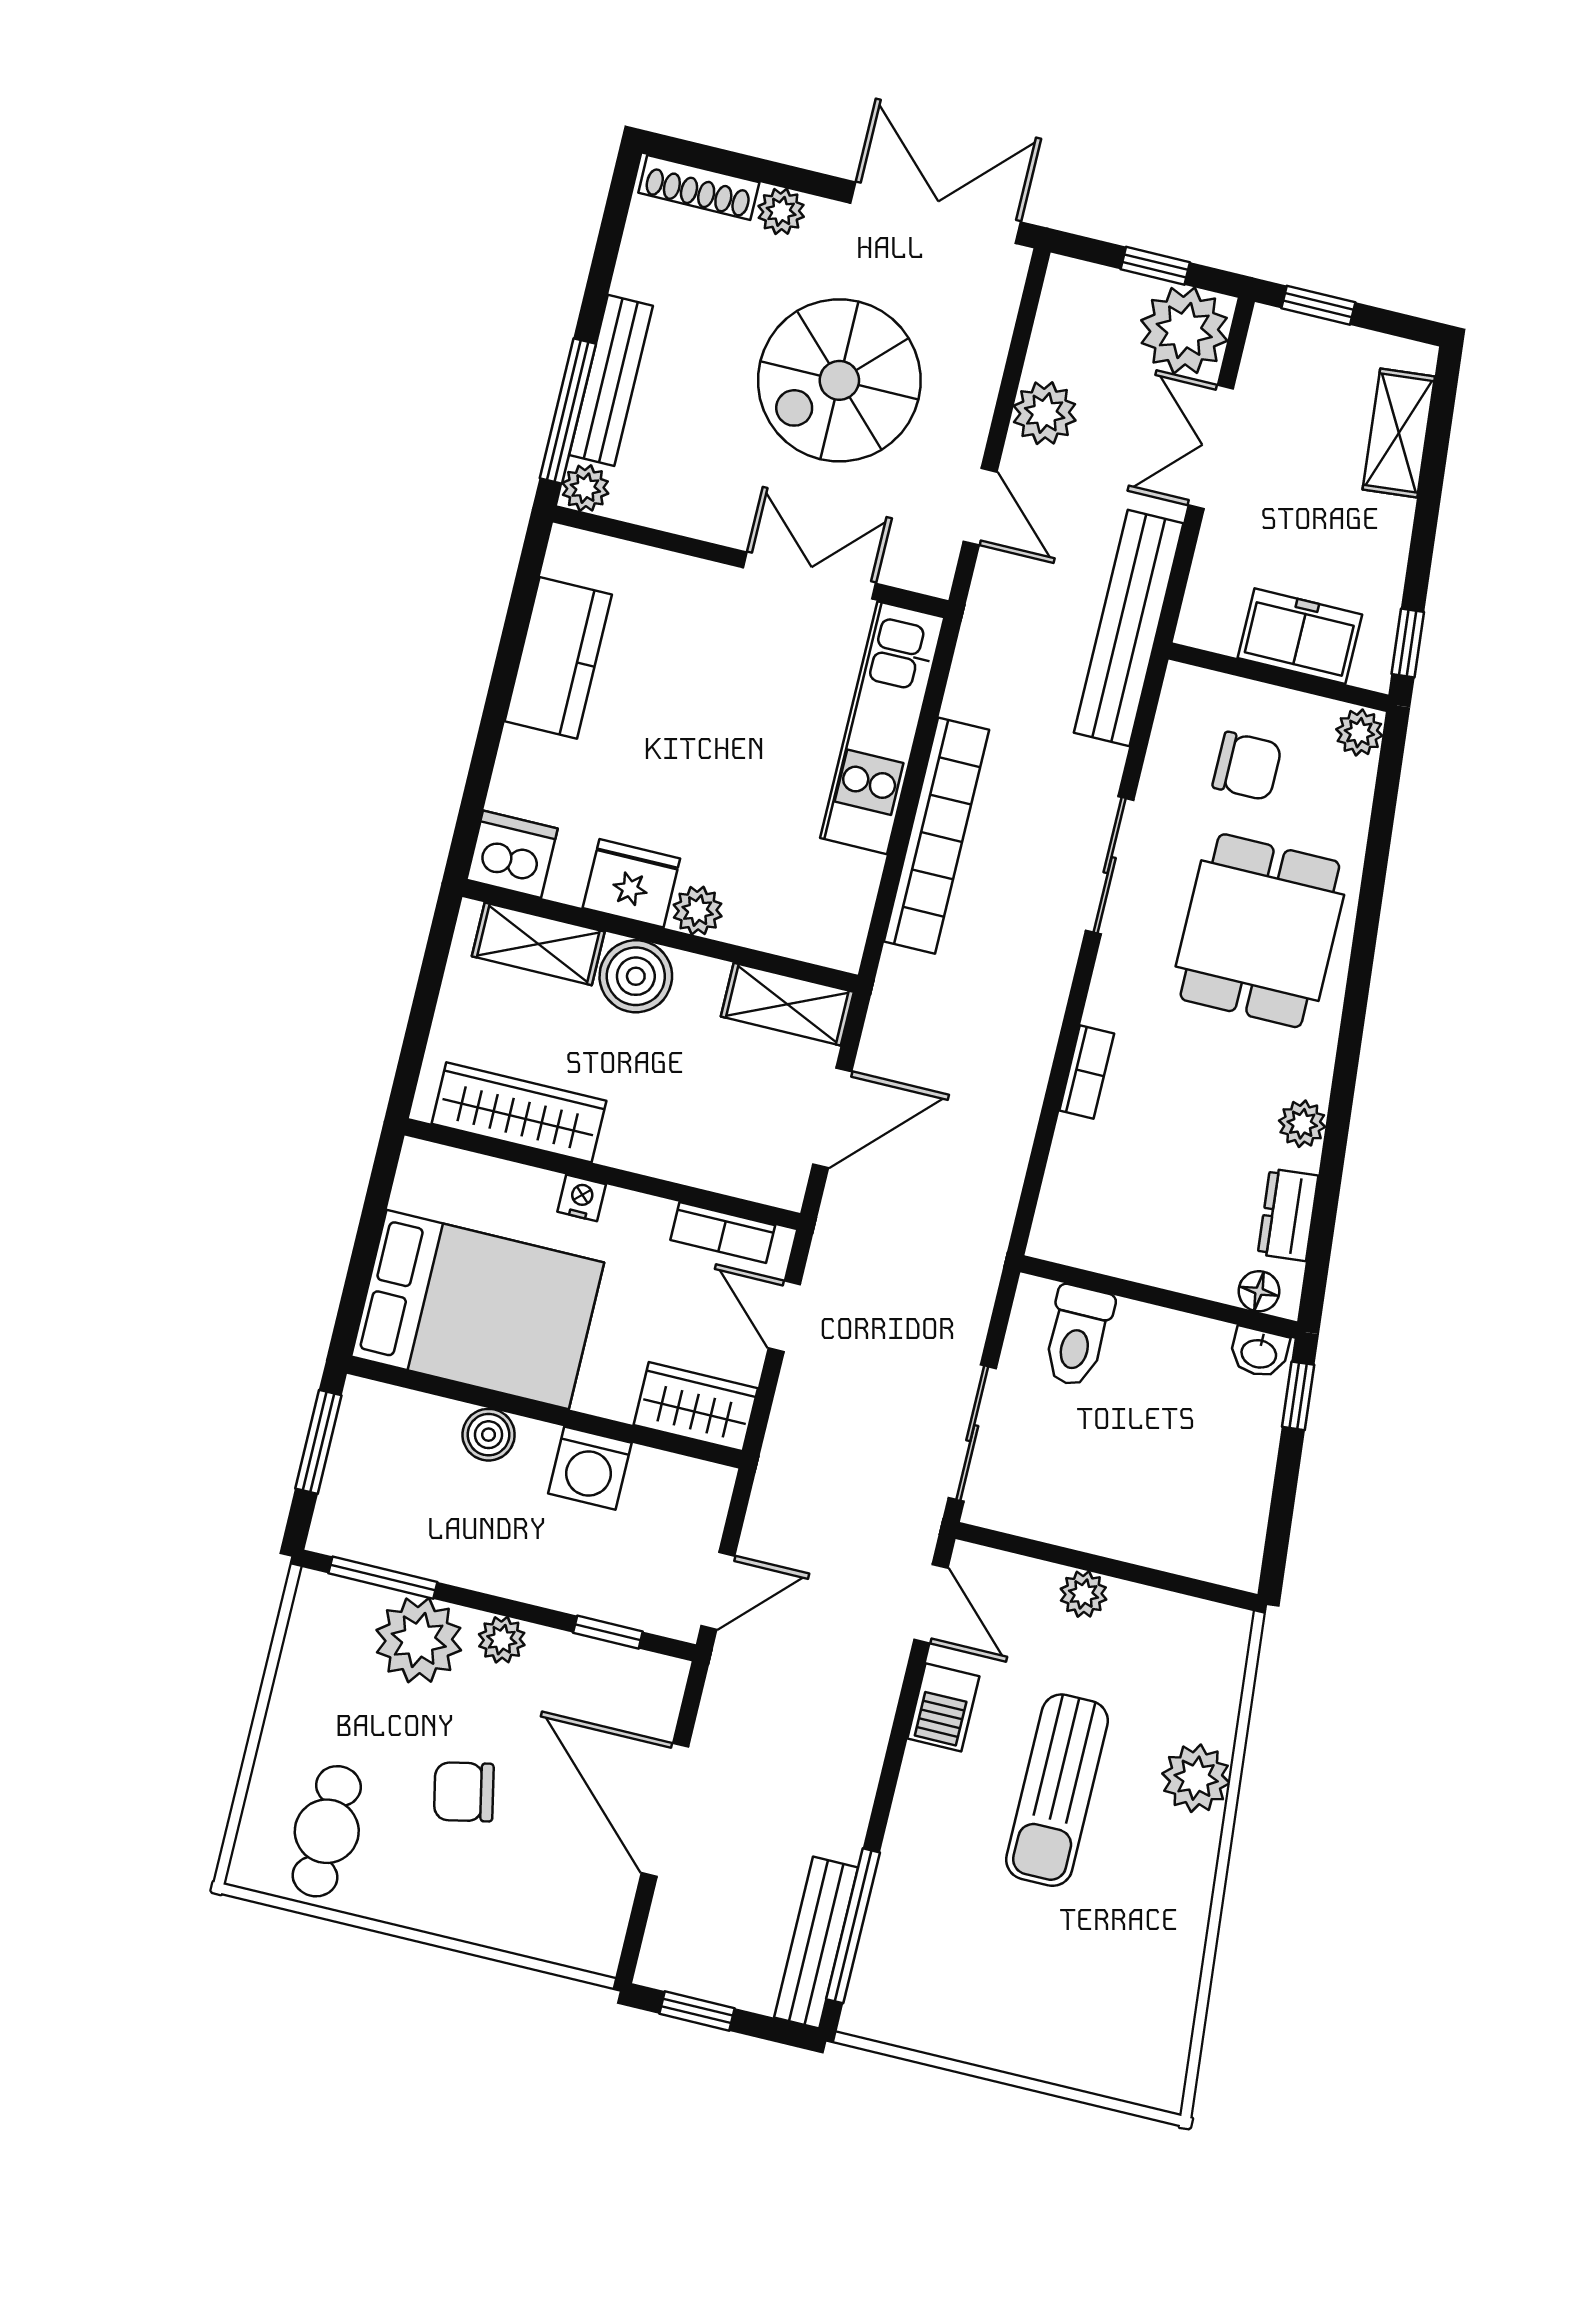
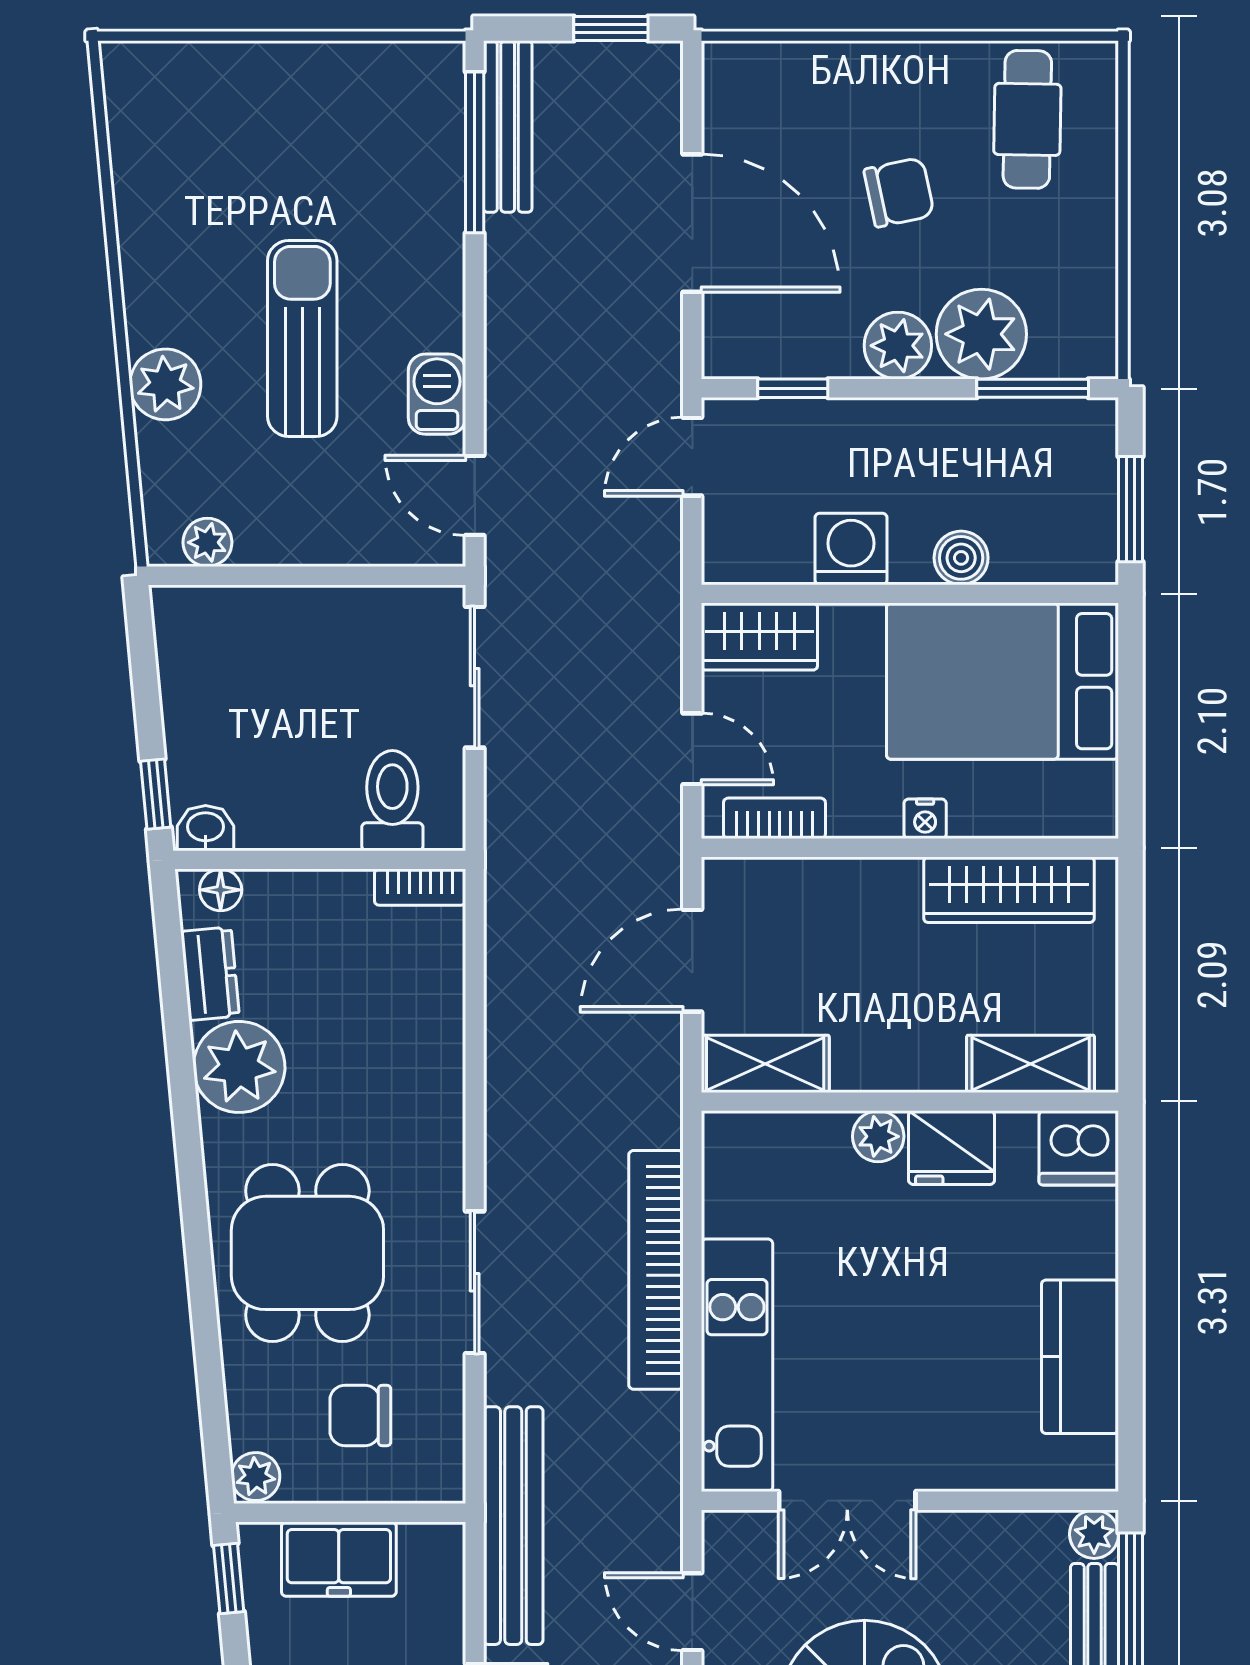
boiler: (636, 976) -> (924, 1055), removed
bookcase: (1087, 1072) -> (420, 887), moved, turned -90
plant: (1302, 1124) -> (239, 1067), width x1.88, depth x1.88
plant: (1083, 1594) -> (207, 542), moved
plant: (502, 1640) -> (898, 346), width x1.38, depth x1.38

